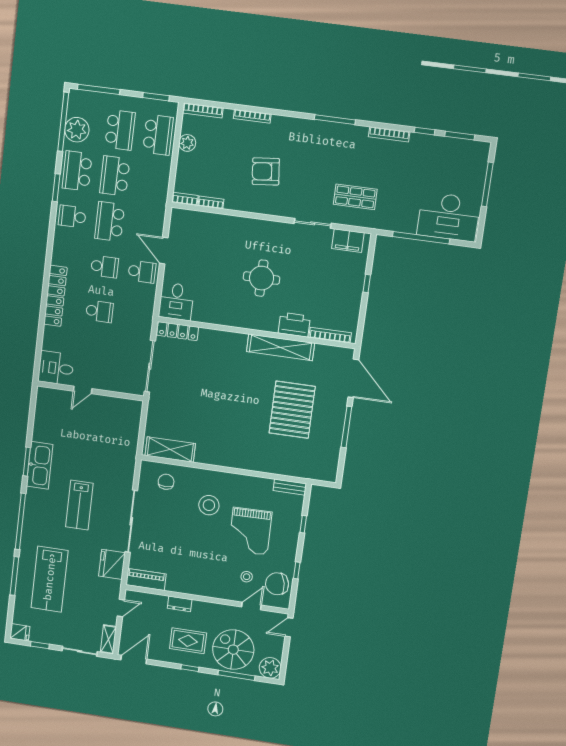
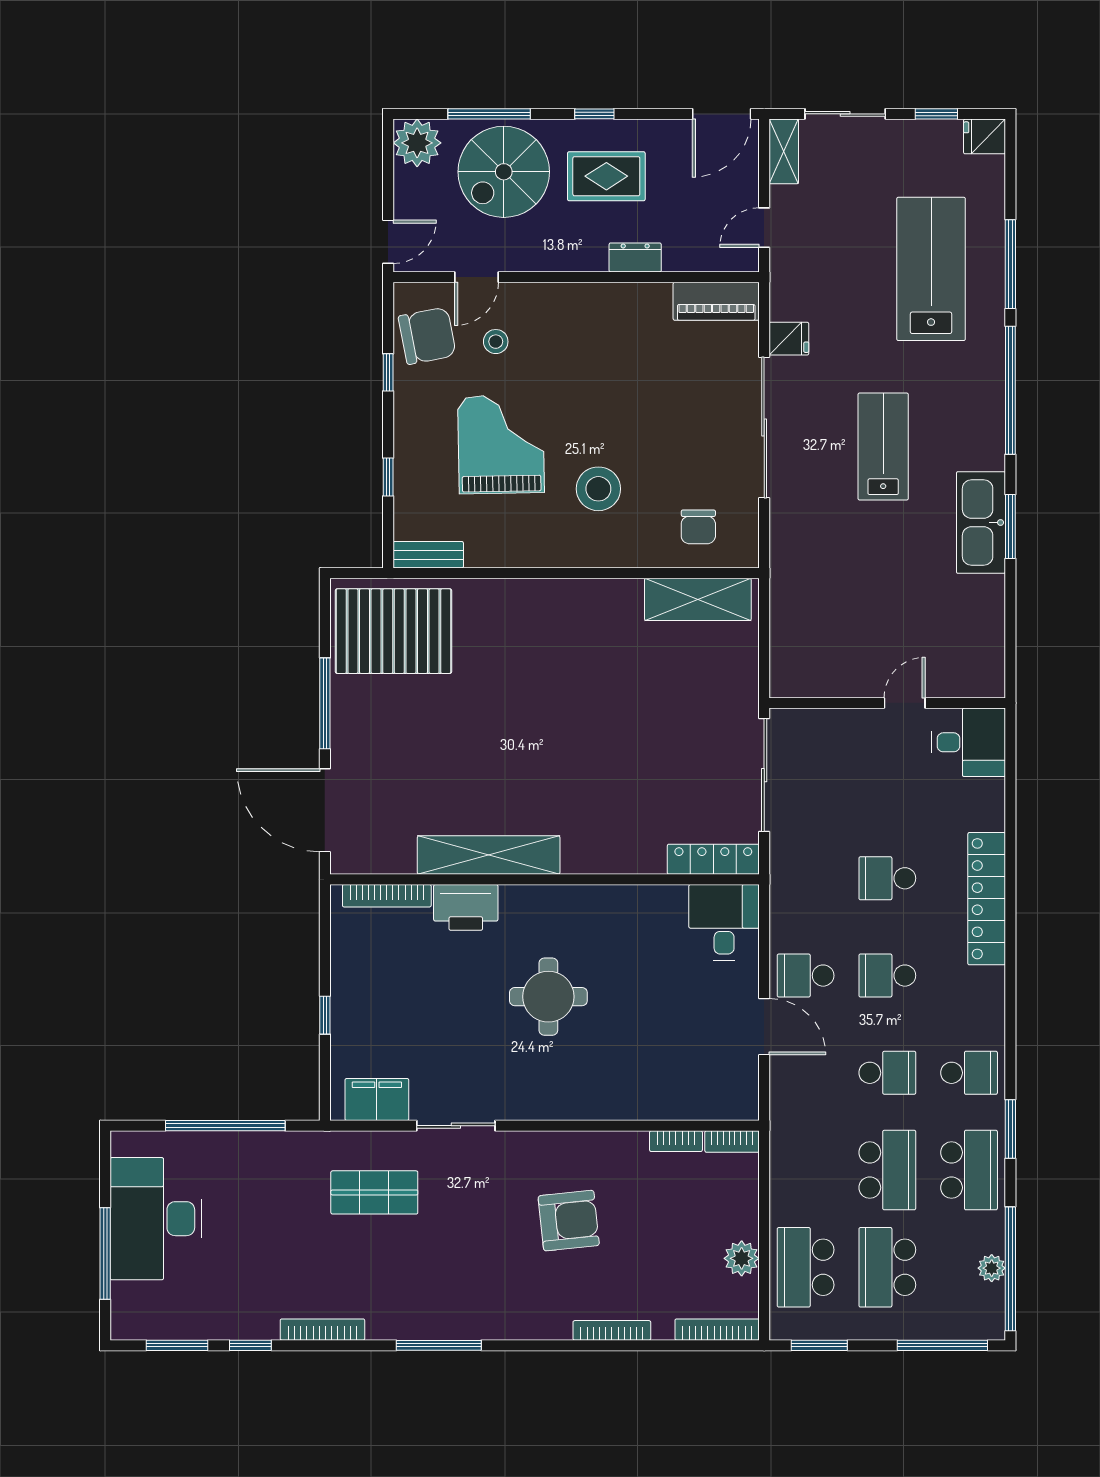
plant: (77, 130) -> (992, 1268), width x0.53, depth x0.53
desk: (449, 217) -> (156, 1219), moved, turned -90
school desk: (110, 222) -> (887, 1073), width x0.54
pallet: (292, 410) -> (393, 631), moved, turned 90
fridge: (112, 564) -> (789, 339), width x0.53, depth x0.75
spiral stairs: (233, 650) -> (504, 172), turned 90

